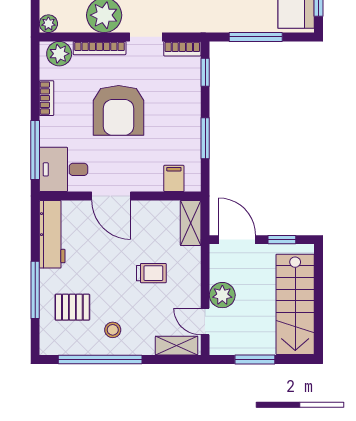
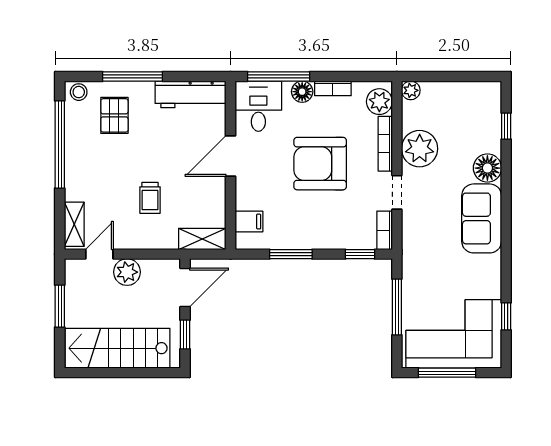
floor lamp: (50, 128) -> (302, 92), added
stool: (113, 330) -> (79, 92), moved

